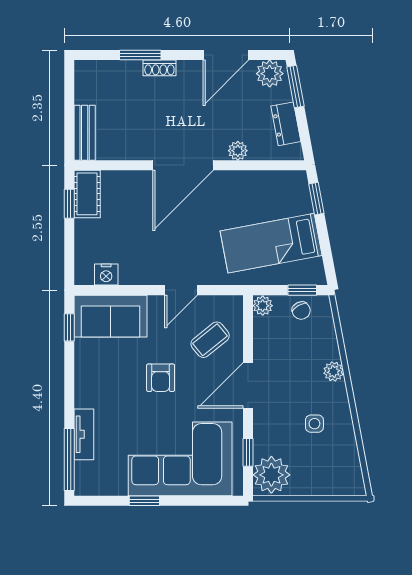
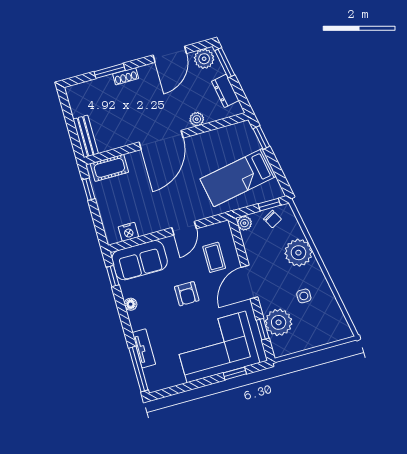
cot: (87, 194) -> (109, 168), moved, turned 90
coffee table: (210, 340) -> (214, 257), turned -51
floor lamp: (83, 371) -> (131, 304), added
plant: (333, 372) -> (298, 253), width x1.88, depth x1.88
plant: (271, 475) -> (279, 322), moved
window: (144, 501) -> (235, 373), moved

